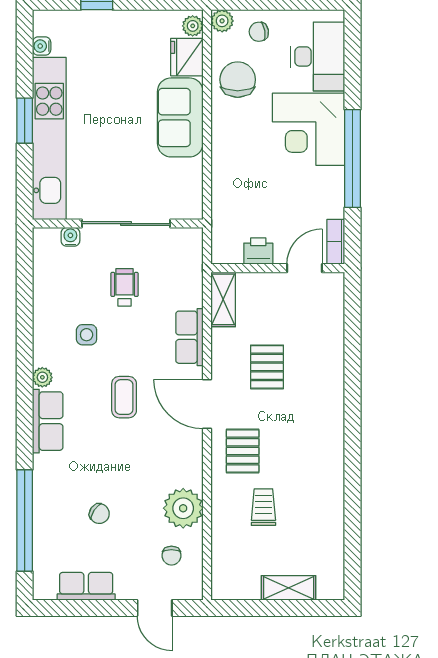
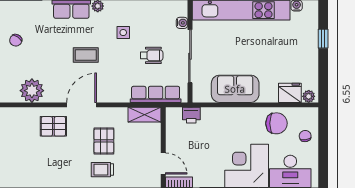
plant: (222, 21) -> (312, 114), removed
sofa: (180, 117) -> (235, 89), moved
printer: (258, 251) -> (191, 115), moved, turned 90
row of seats: (189, 337) -> (156, 94), moved, width x1.48
pallet: (267, 367) -> (104, 141), turned 90
trolley: (263, 507) -> (102, 170), moved, turned 180
plant: (183, 508) -> (32, 91), moved

